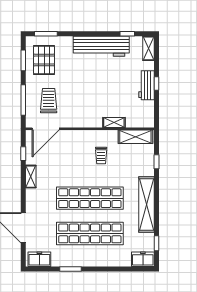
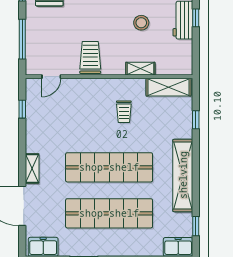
stool: (115, 87) -> (141, 23), added
trolley: (49, 101) -> (90, 57), moved
door: (46, 129) -> (51, 77), width x0.53
shelving: (31, 177) -> (32, 168), moved

